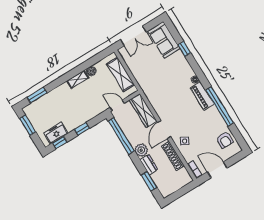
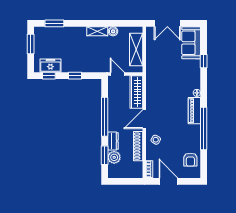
window: (121, 136) -> (105, 117), moved
plant: (141, 150) -> (114, 157), moved

